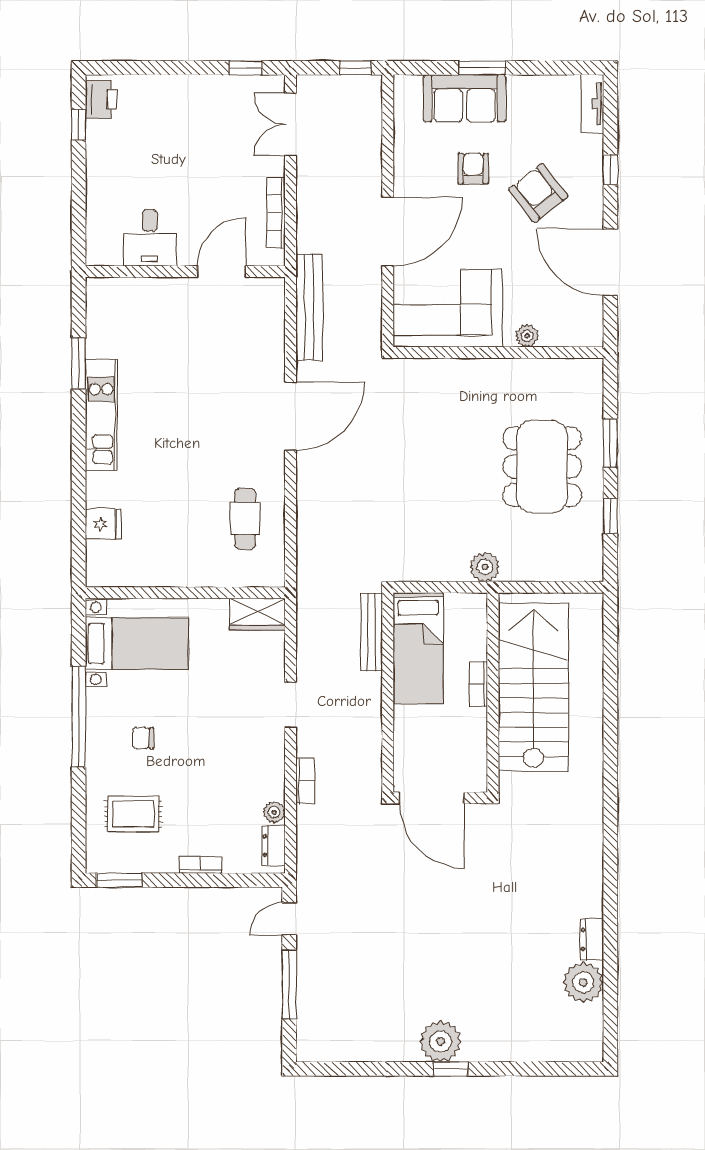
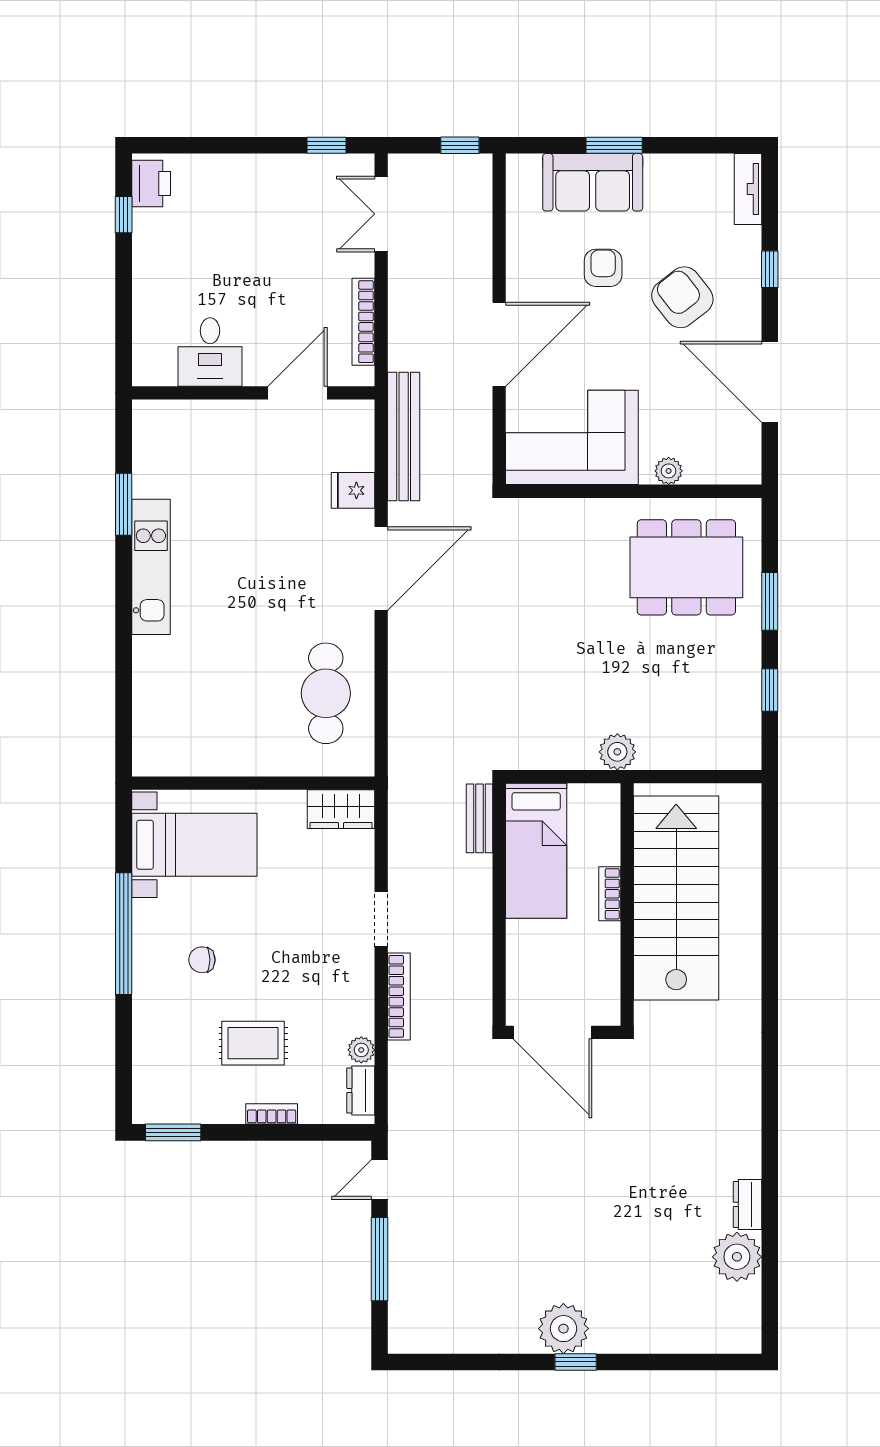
dining table: (542, 467) -> (686, 567), moved, turned 90
cafe table: (245, 519) -> (326, 693), width x1.37, depth x1.35
fridge: (103, 524) -> (353, 490), moved, turned 180
bench: (371, 632) -> (479, 818), width x0.73
bookcase: (305, 781) -> (399, 996), width x1.56
rug: (133, 814) -> (253, 1043), moved

